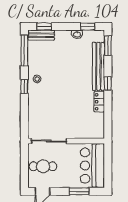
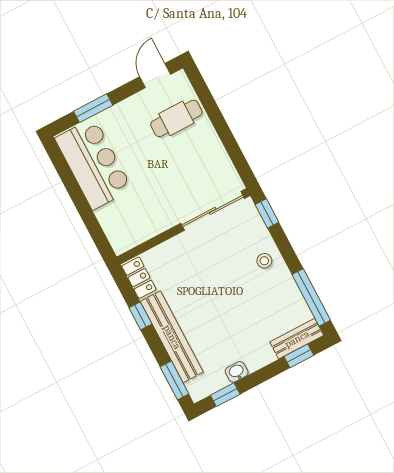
window: (24, 87) -> (267, 213), moved
sliding door: (49, 141) -> (213, 211), moved
wall: (66, 141) -> (183, 226), moved

